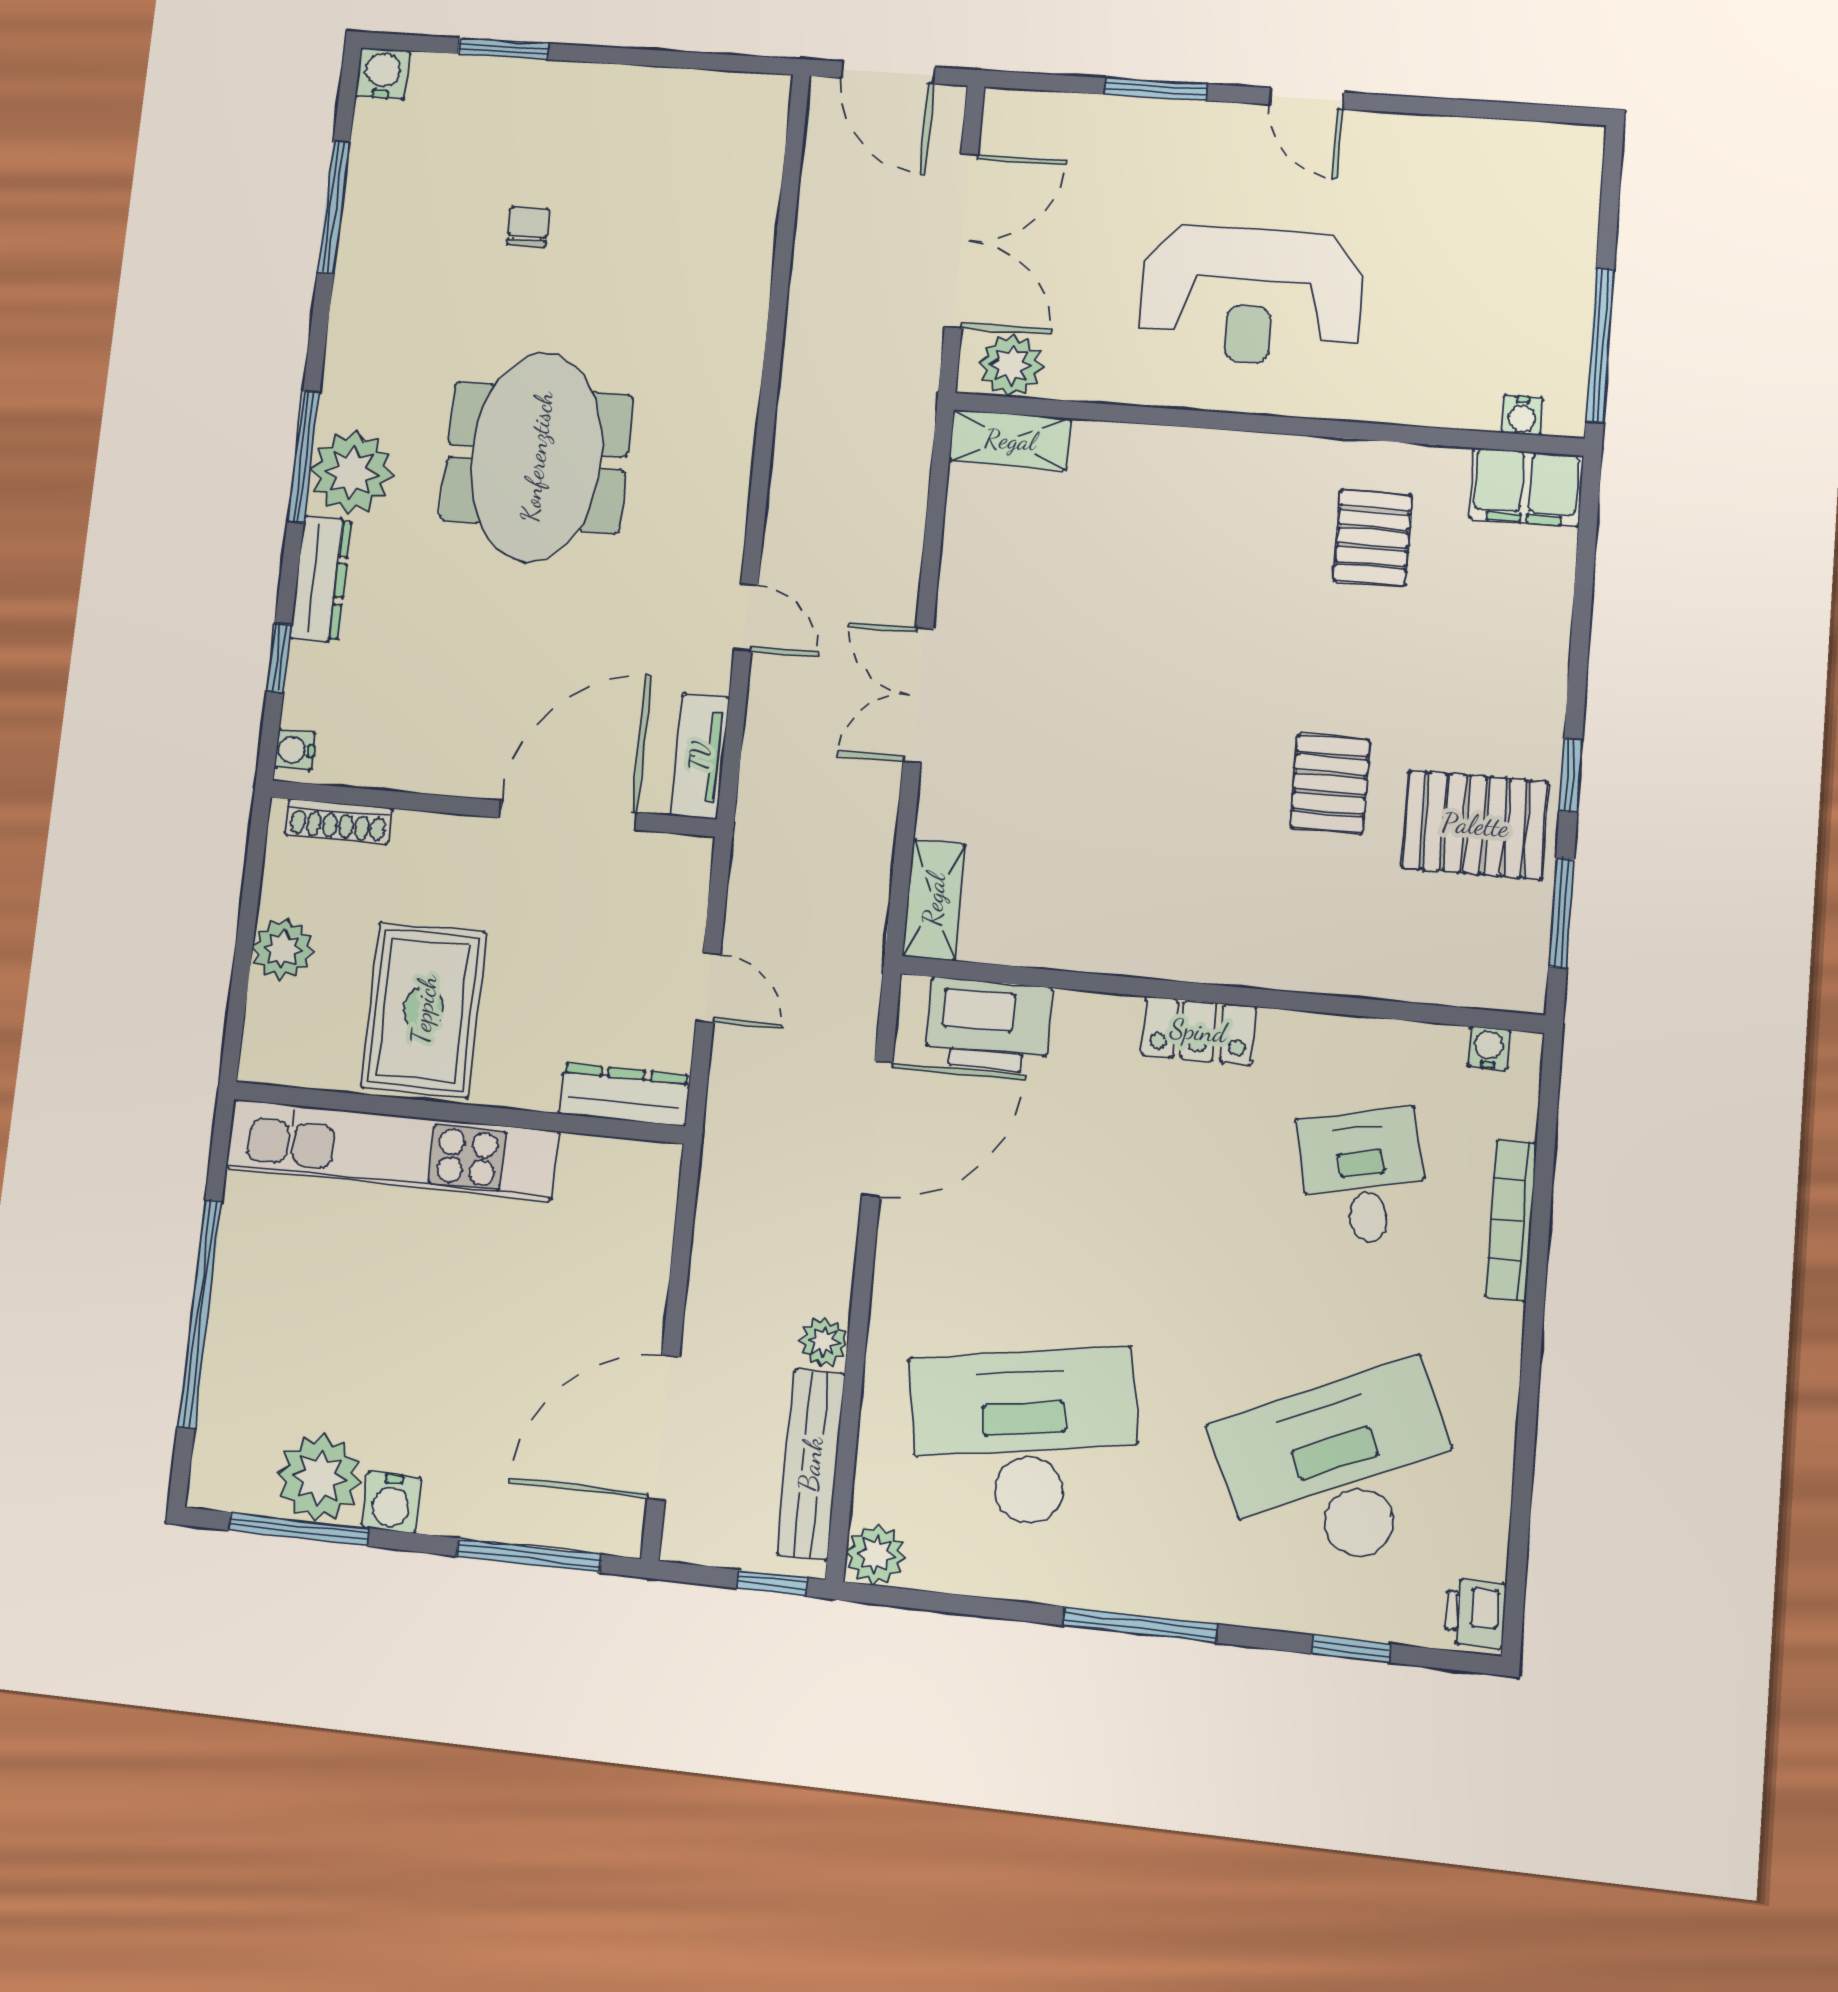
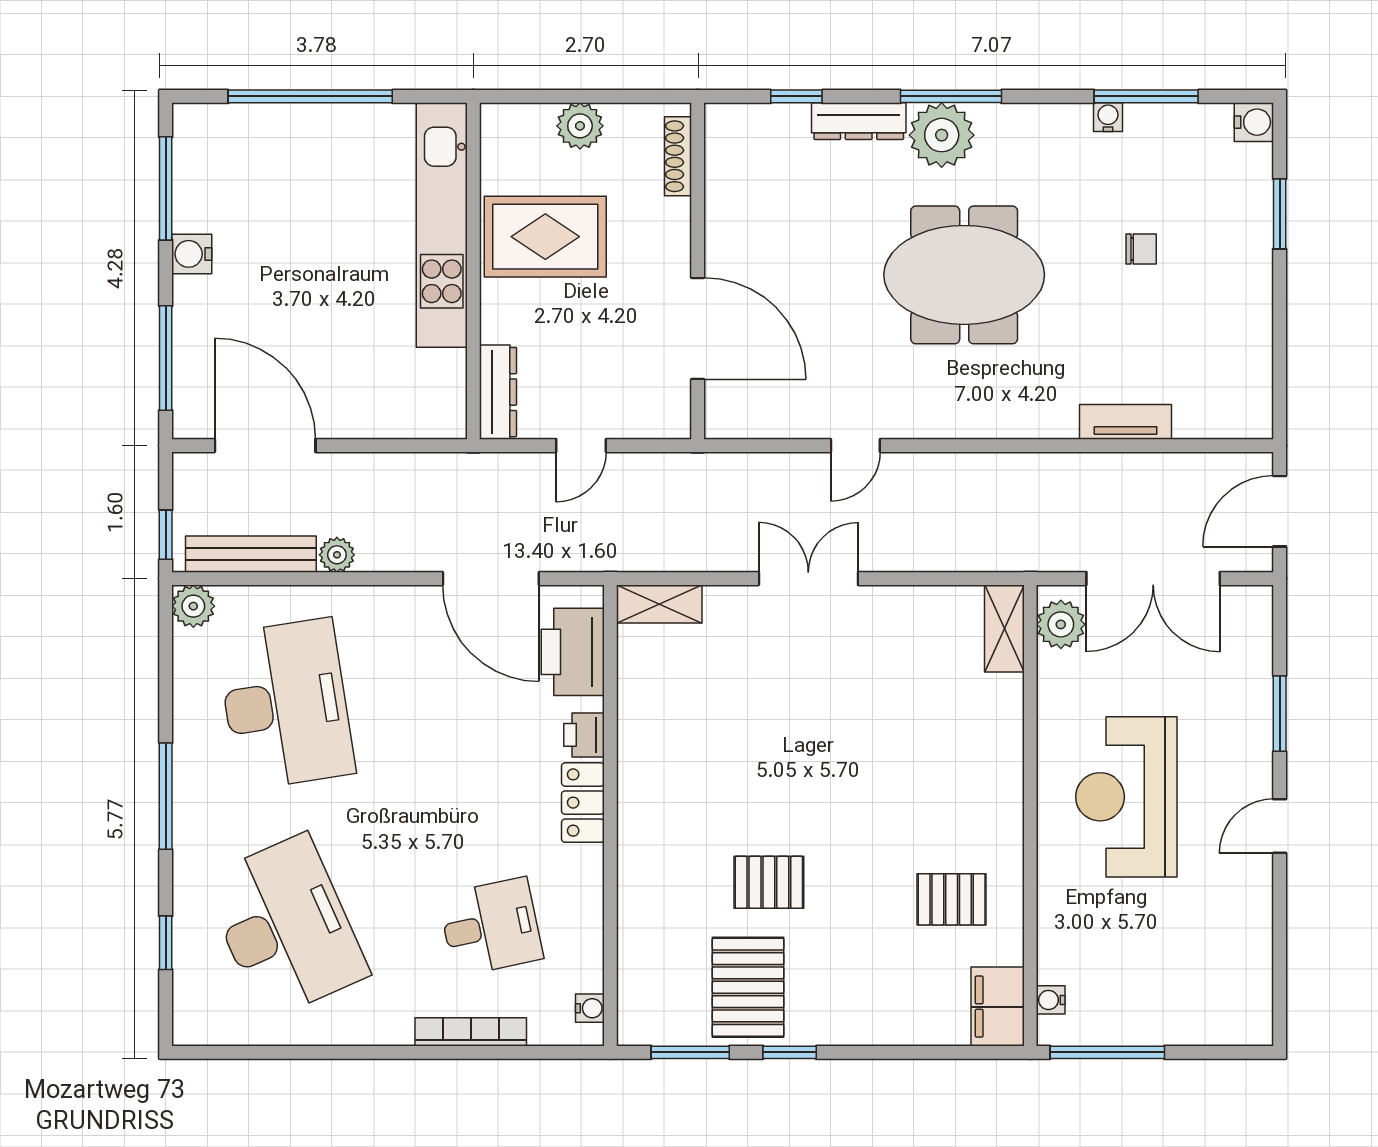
water cooler: (295, 750) -> (1108, 117), moved
tv unit: (700, 756) -> (1125, 422), moved
plant: (320, 1478) -> (203, 199), removed
printer: (1475, 1613) -> (584, 735), moved, turned -90

